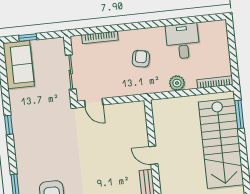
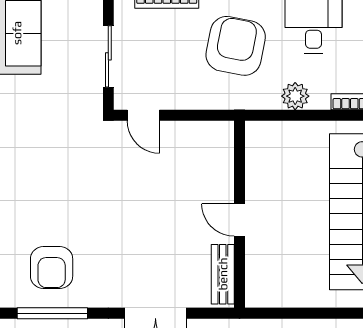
armchair: (141, 59) -> (236, 46), width x1.88, depth x1.88

